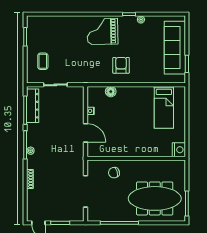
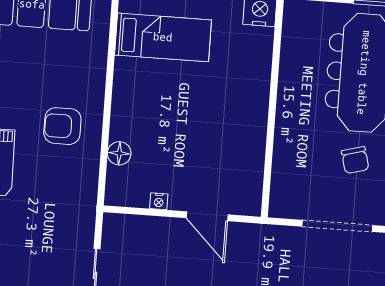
door: (85, 133) -> (207, 216), swing flipped
chair: (114, 173) -> (355, 160), moved

